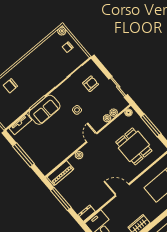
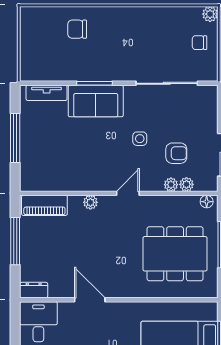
armchair: (91, 84) -> (176, 153), moved
dining table: (134, 146) -> (175, 254), width x1.38
door: (122, 190) -> (90, 300), moved

